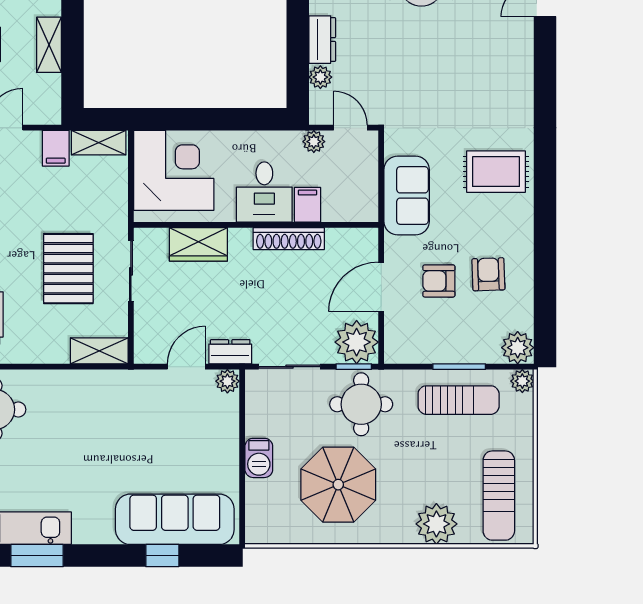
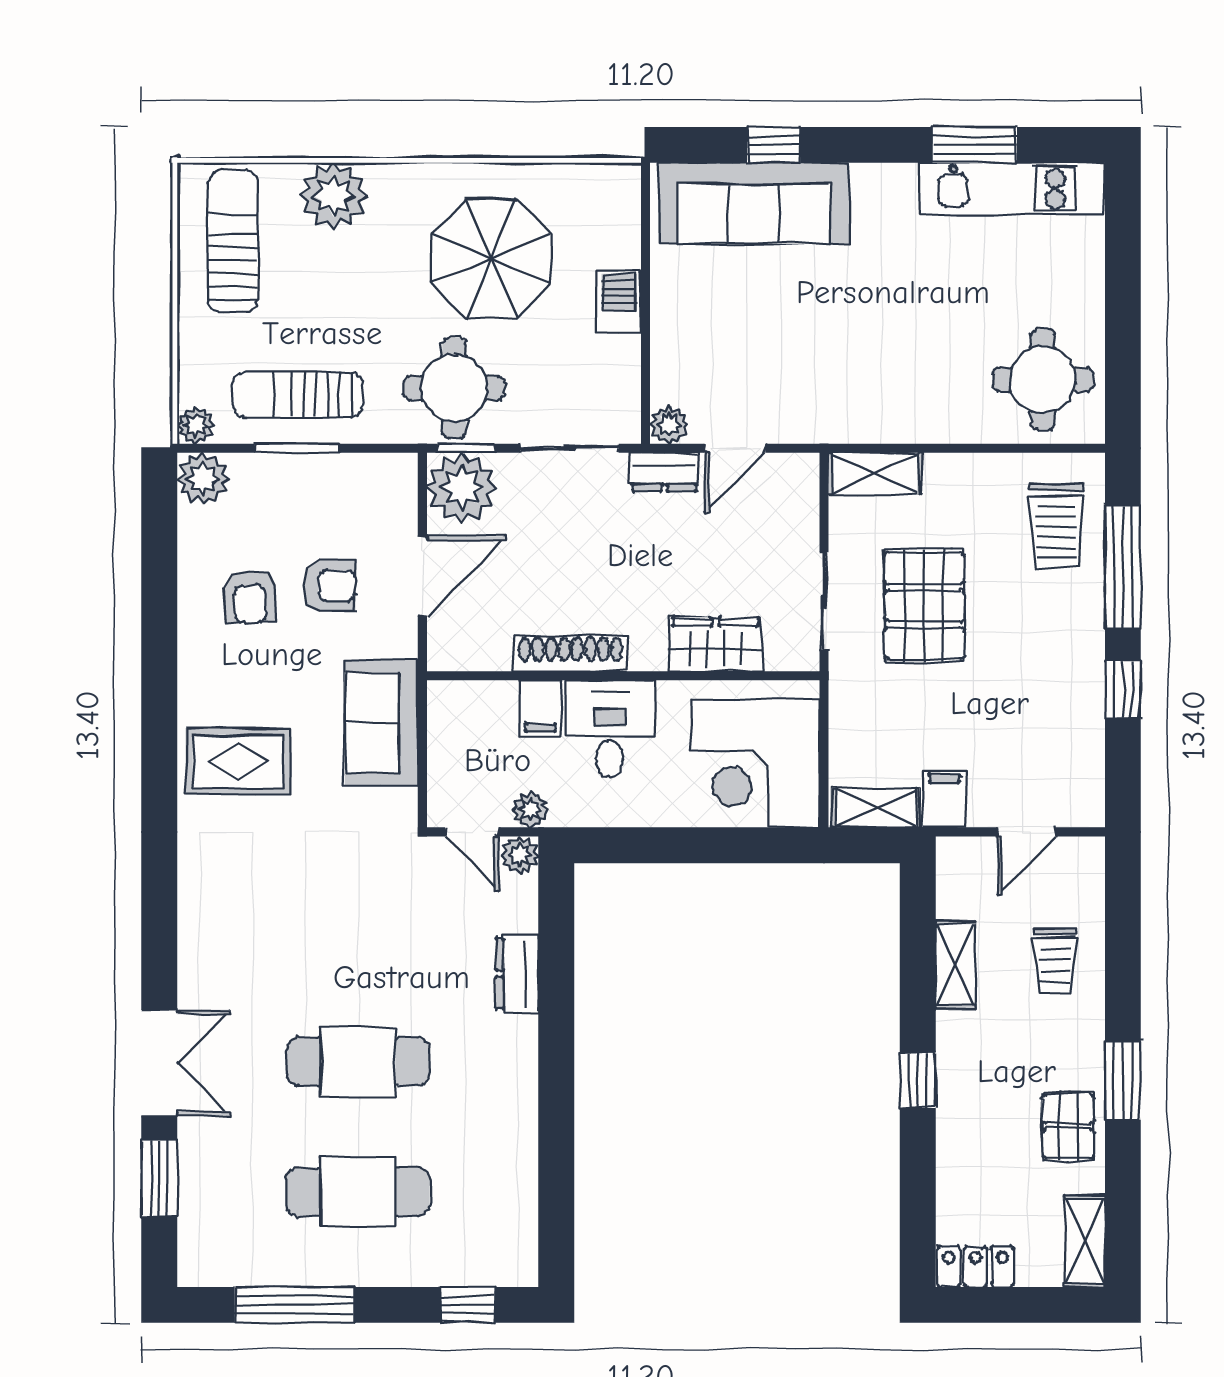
plant: (320, 77) -> (520, 855), moved

